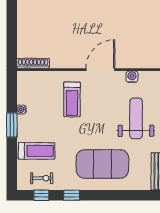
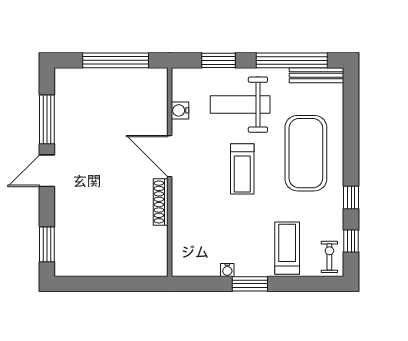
shoe rack: (33, 63) -> (161, 202), moved
treadmill: (72, 99) -> (242, 169), moved, turned 90
exercise bike: (42, 178) -> (329, 257), moved

